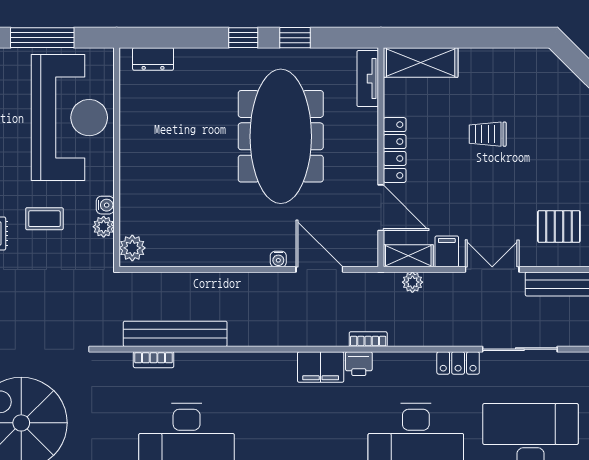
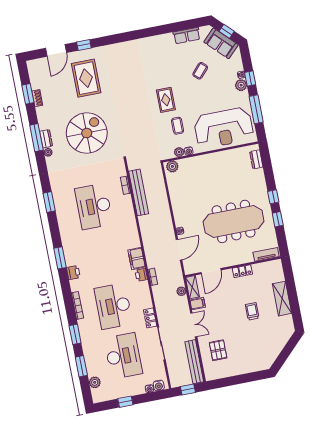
shelving: (421, 62) -> (282, 299), moved
locker: (395, 150) -> (242, 271), width x0.66

